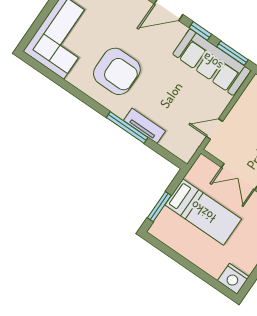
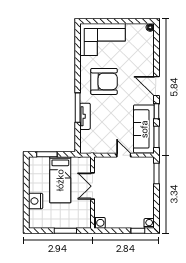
armchair: (117, 71) -> (104, 81), turned -90
door: (214, 129) -> (124, 155), moved
nightstand: (233, 279) -> (36, 201), moved

